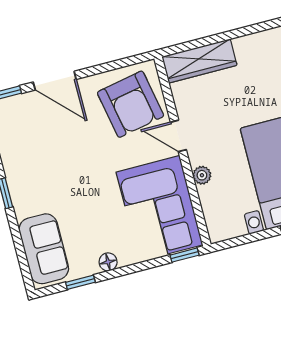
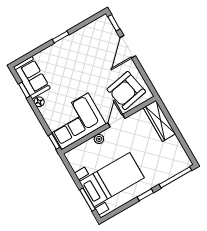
sofa: (44, 249) -> (32, 78), moved, turned -90

